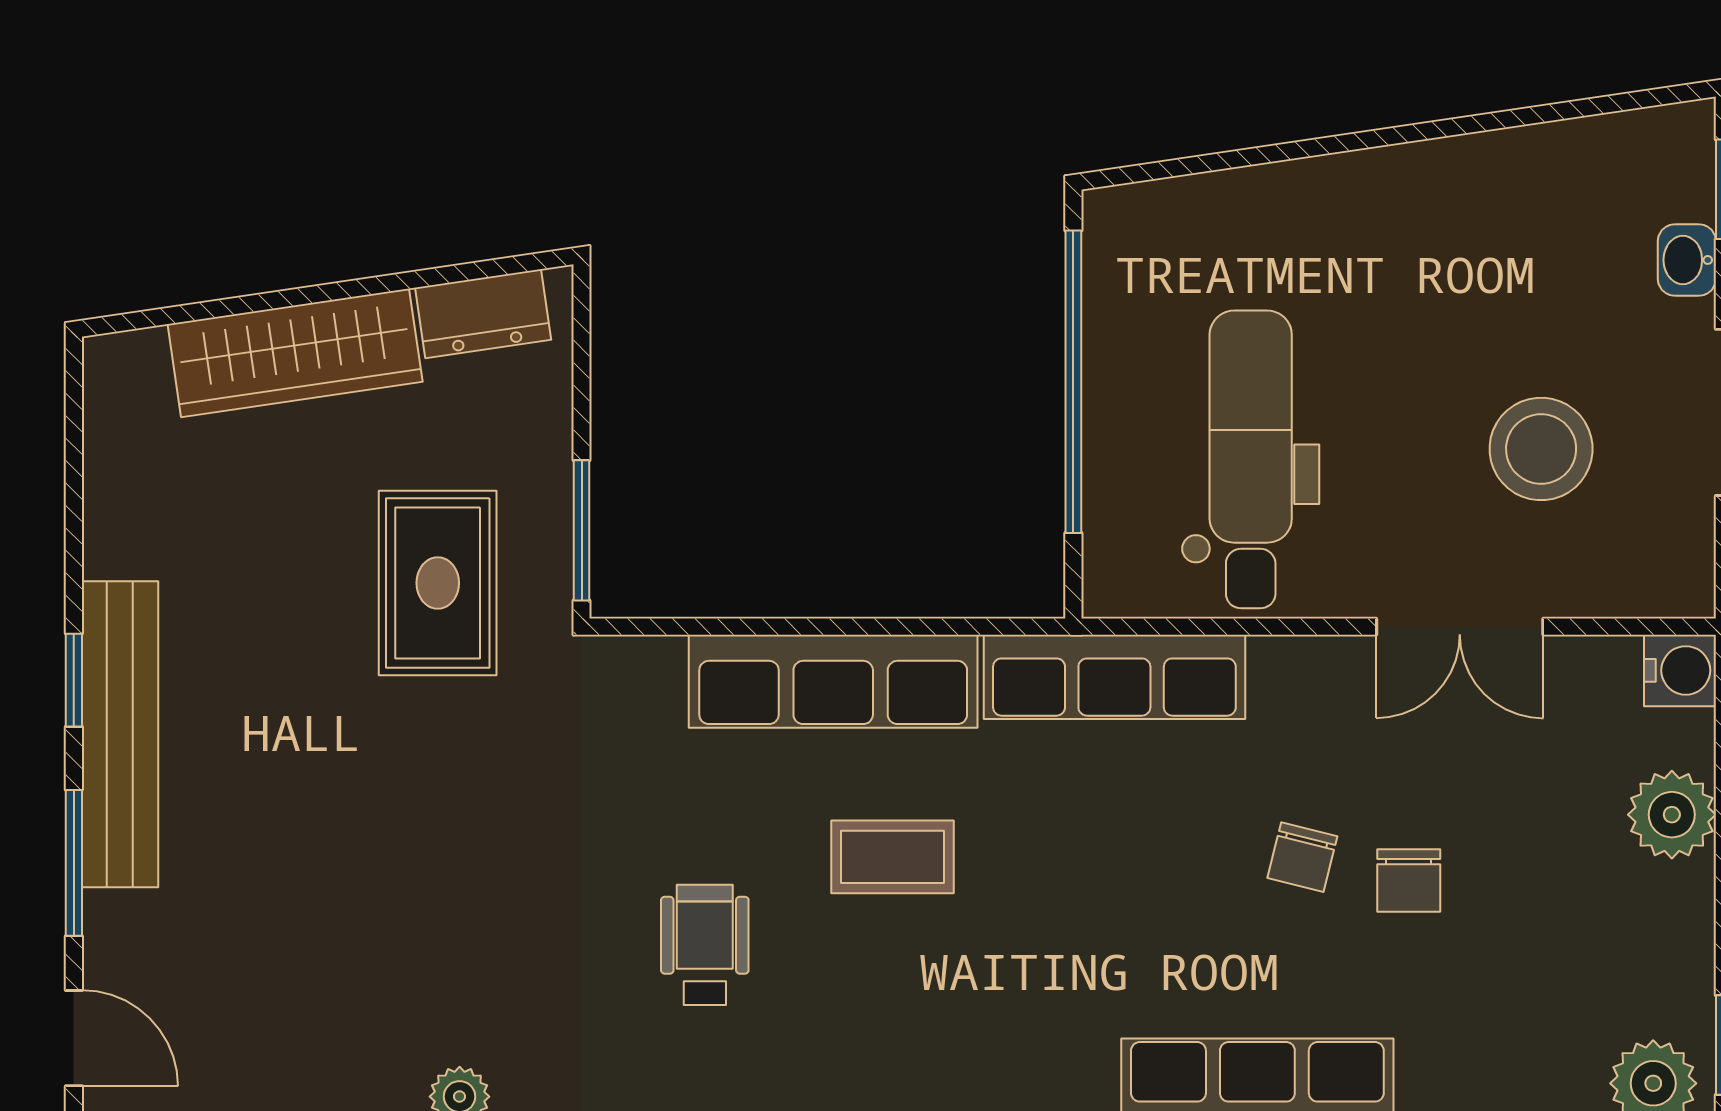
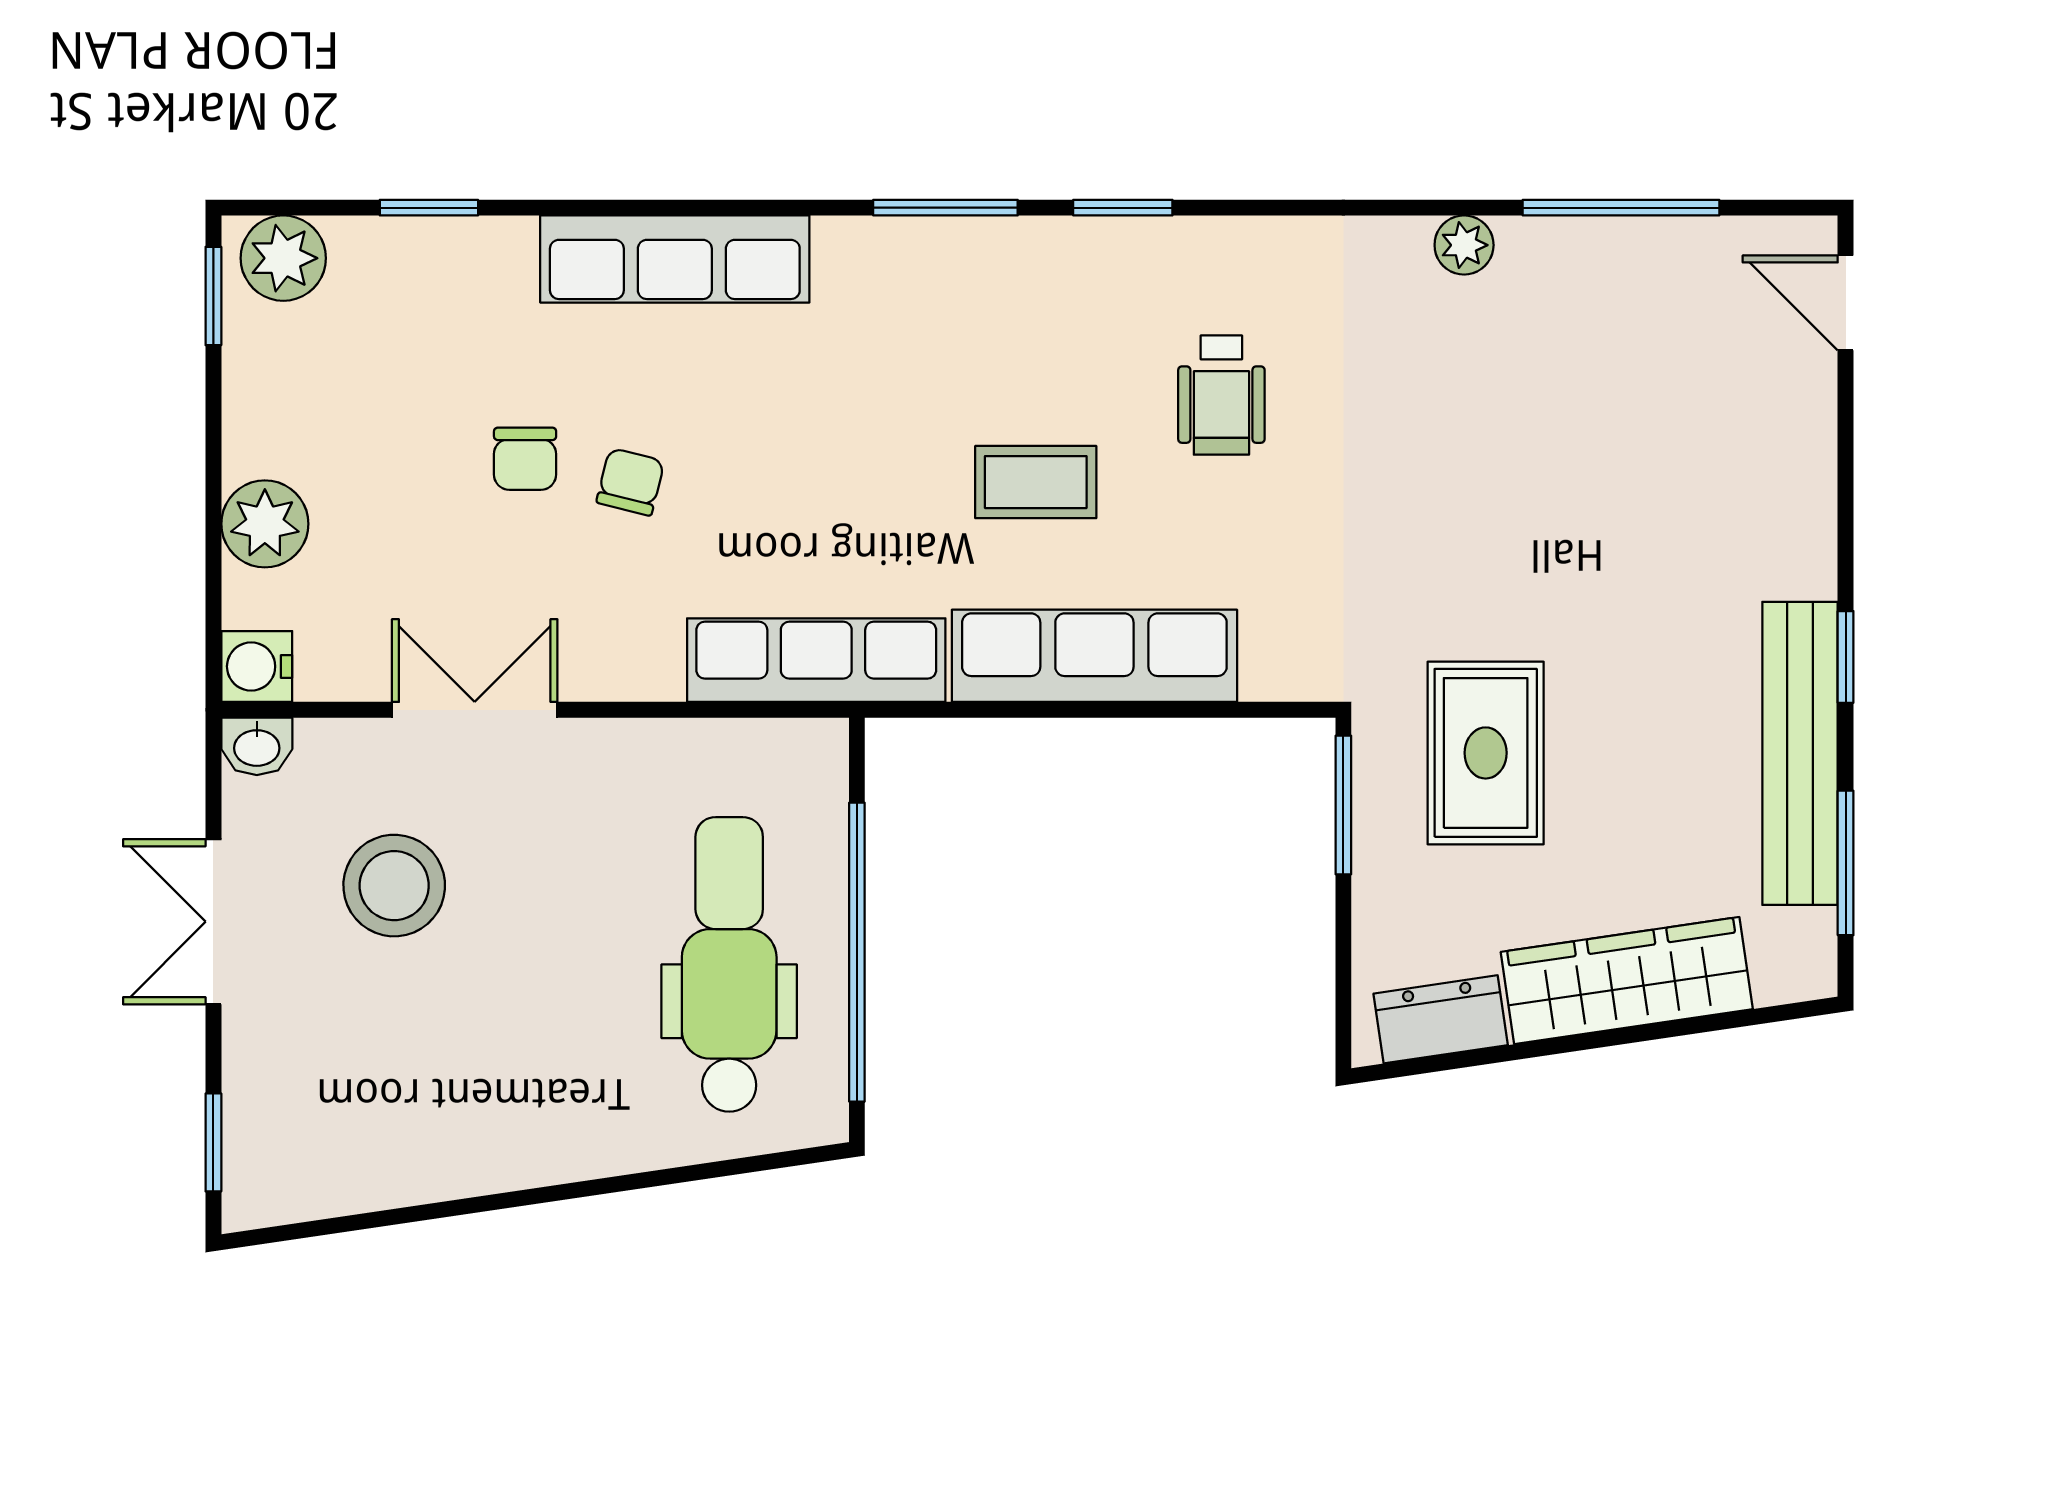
washbasin: (1687, 260) -> (257, 746), moved, turned 90
dental chair: (1251, 459) -> (729, 964), moved, turned 180
bench: (120, 734) -> (1800, 753), moved
window: (74, 863) -> (1846, 863), moved
chair: (1409, 880) -> (525, 459), turned 180

